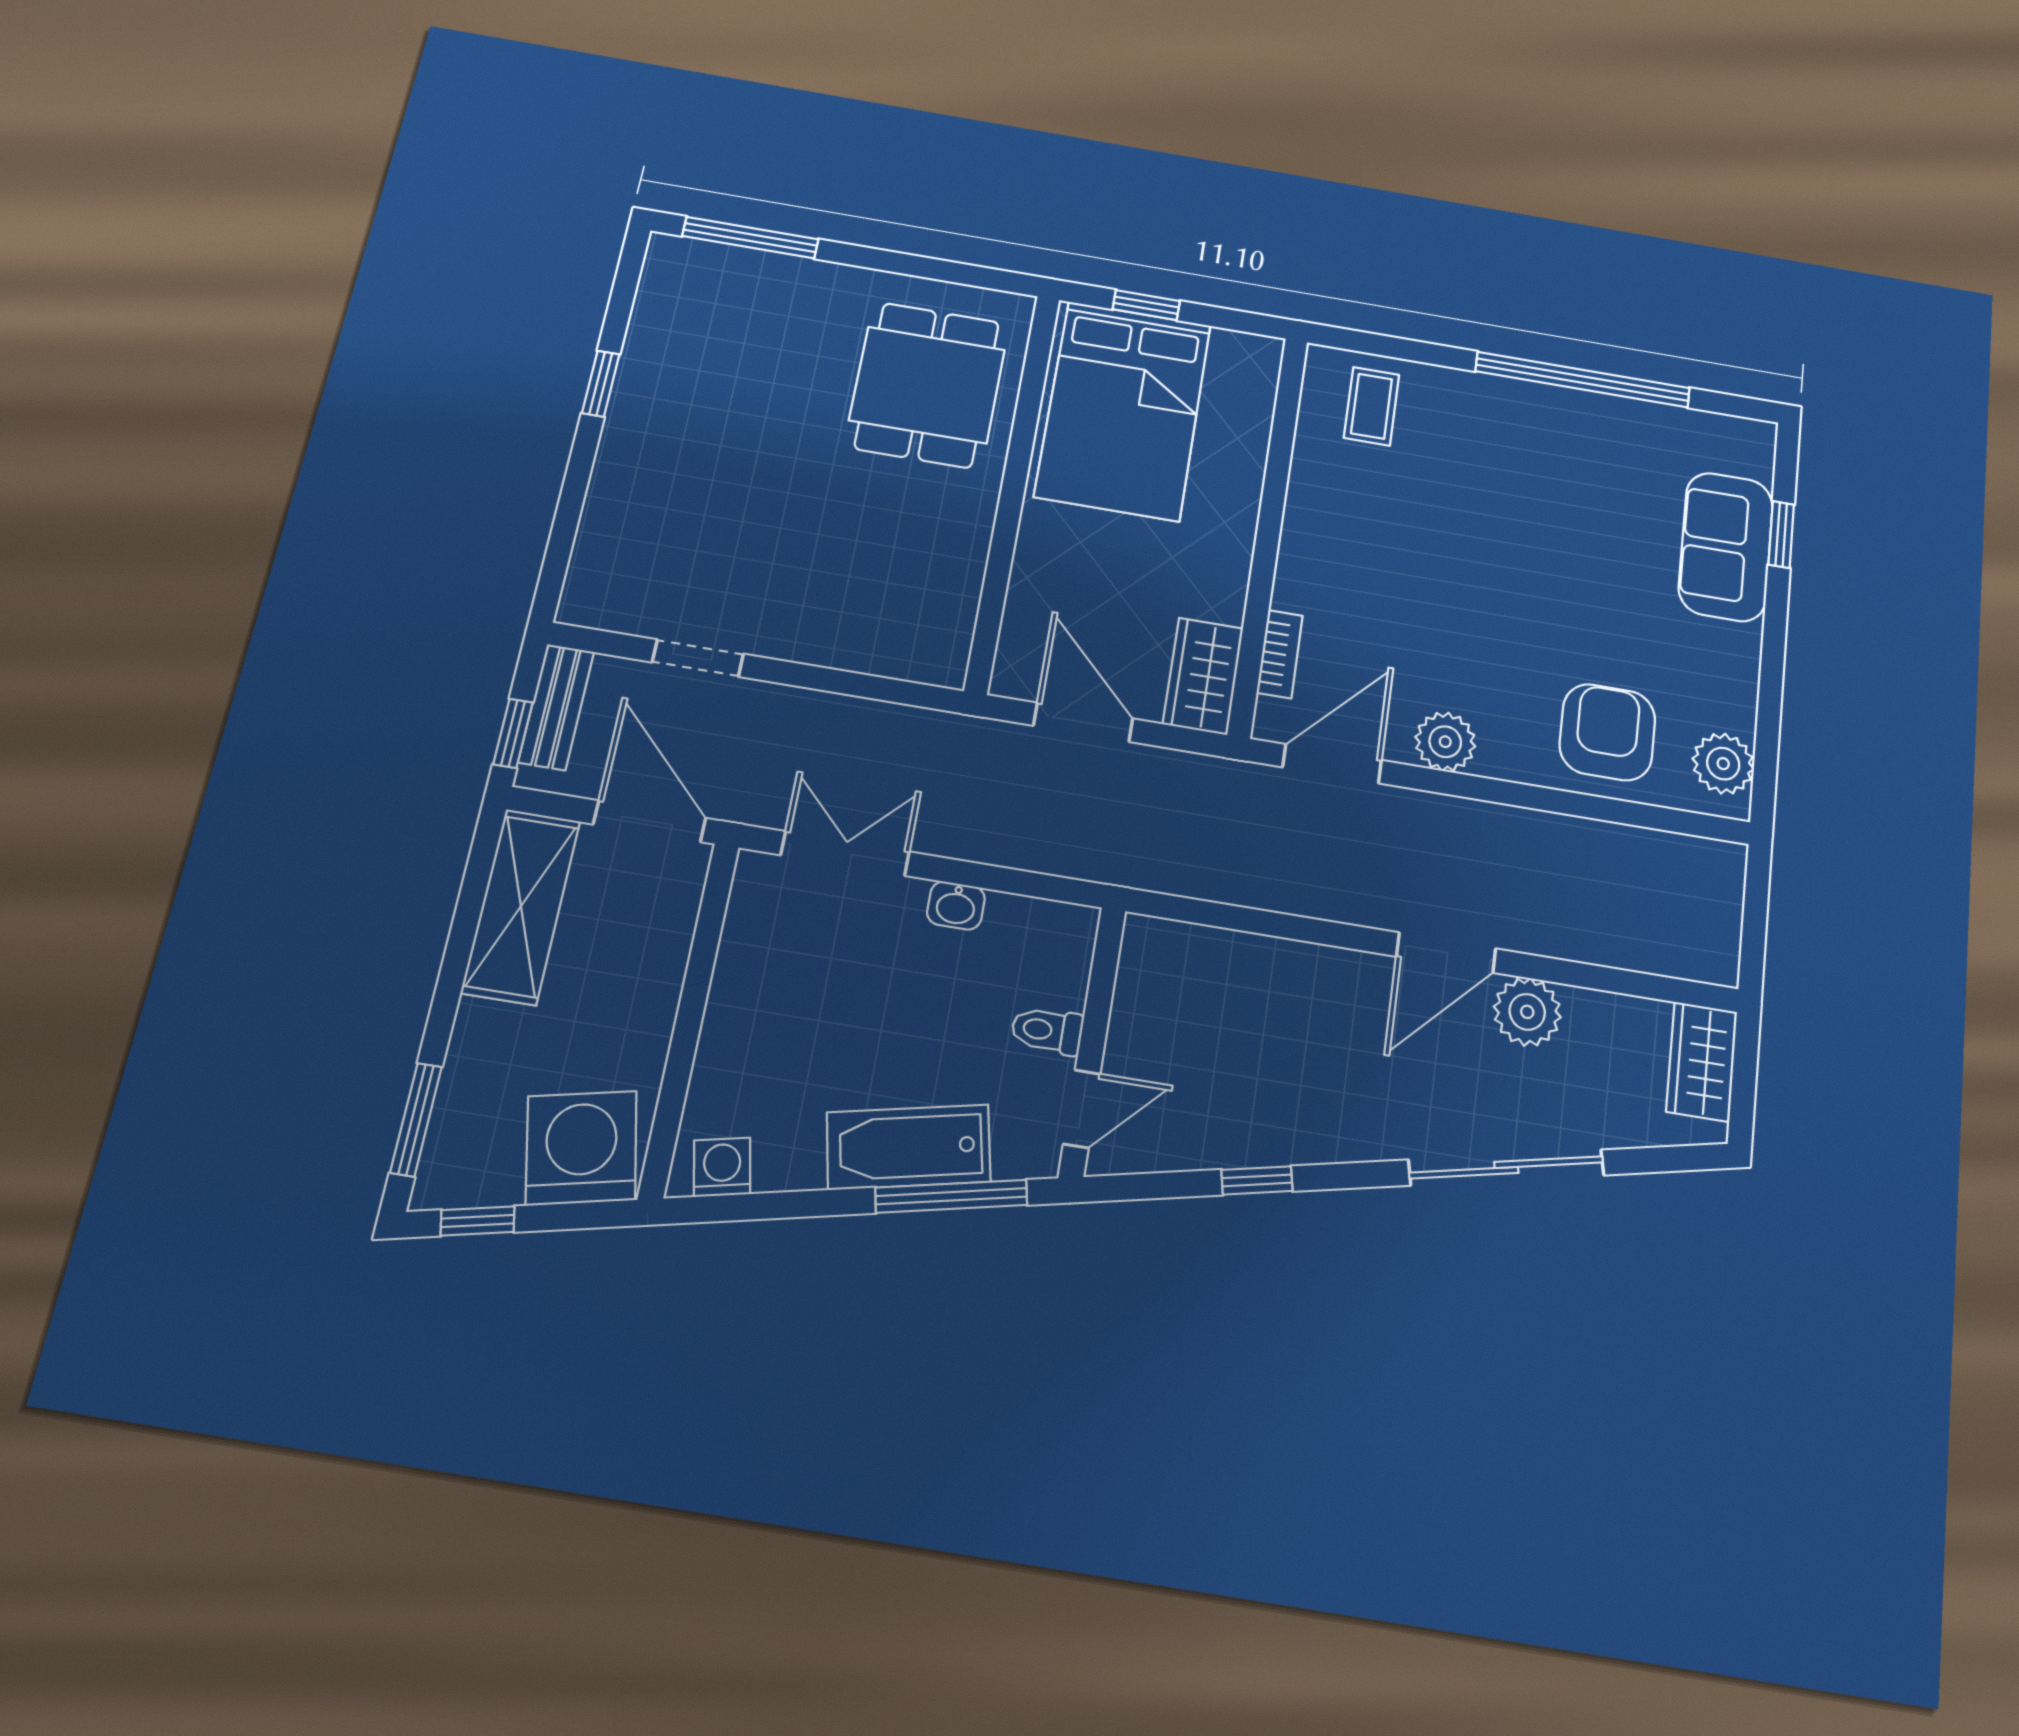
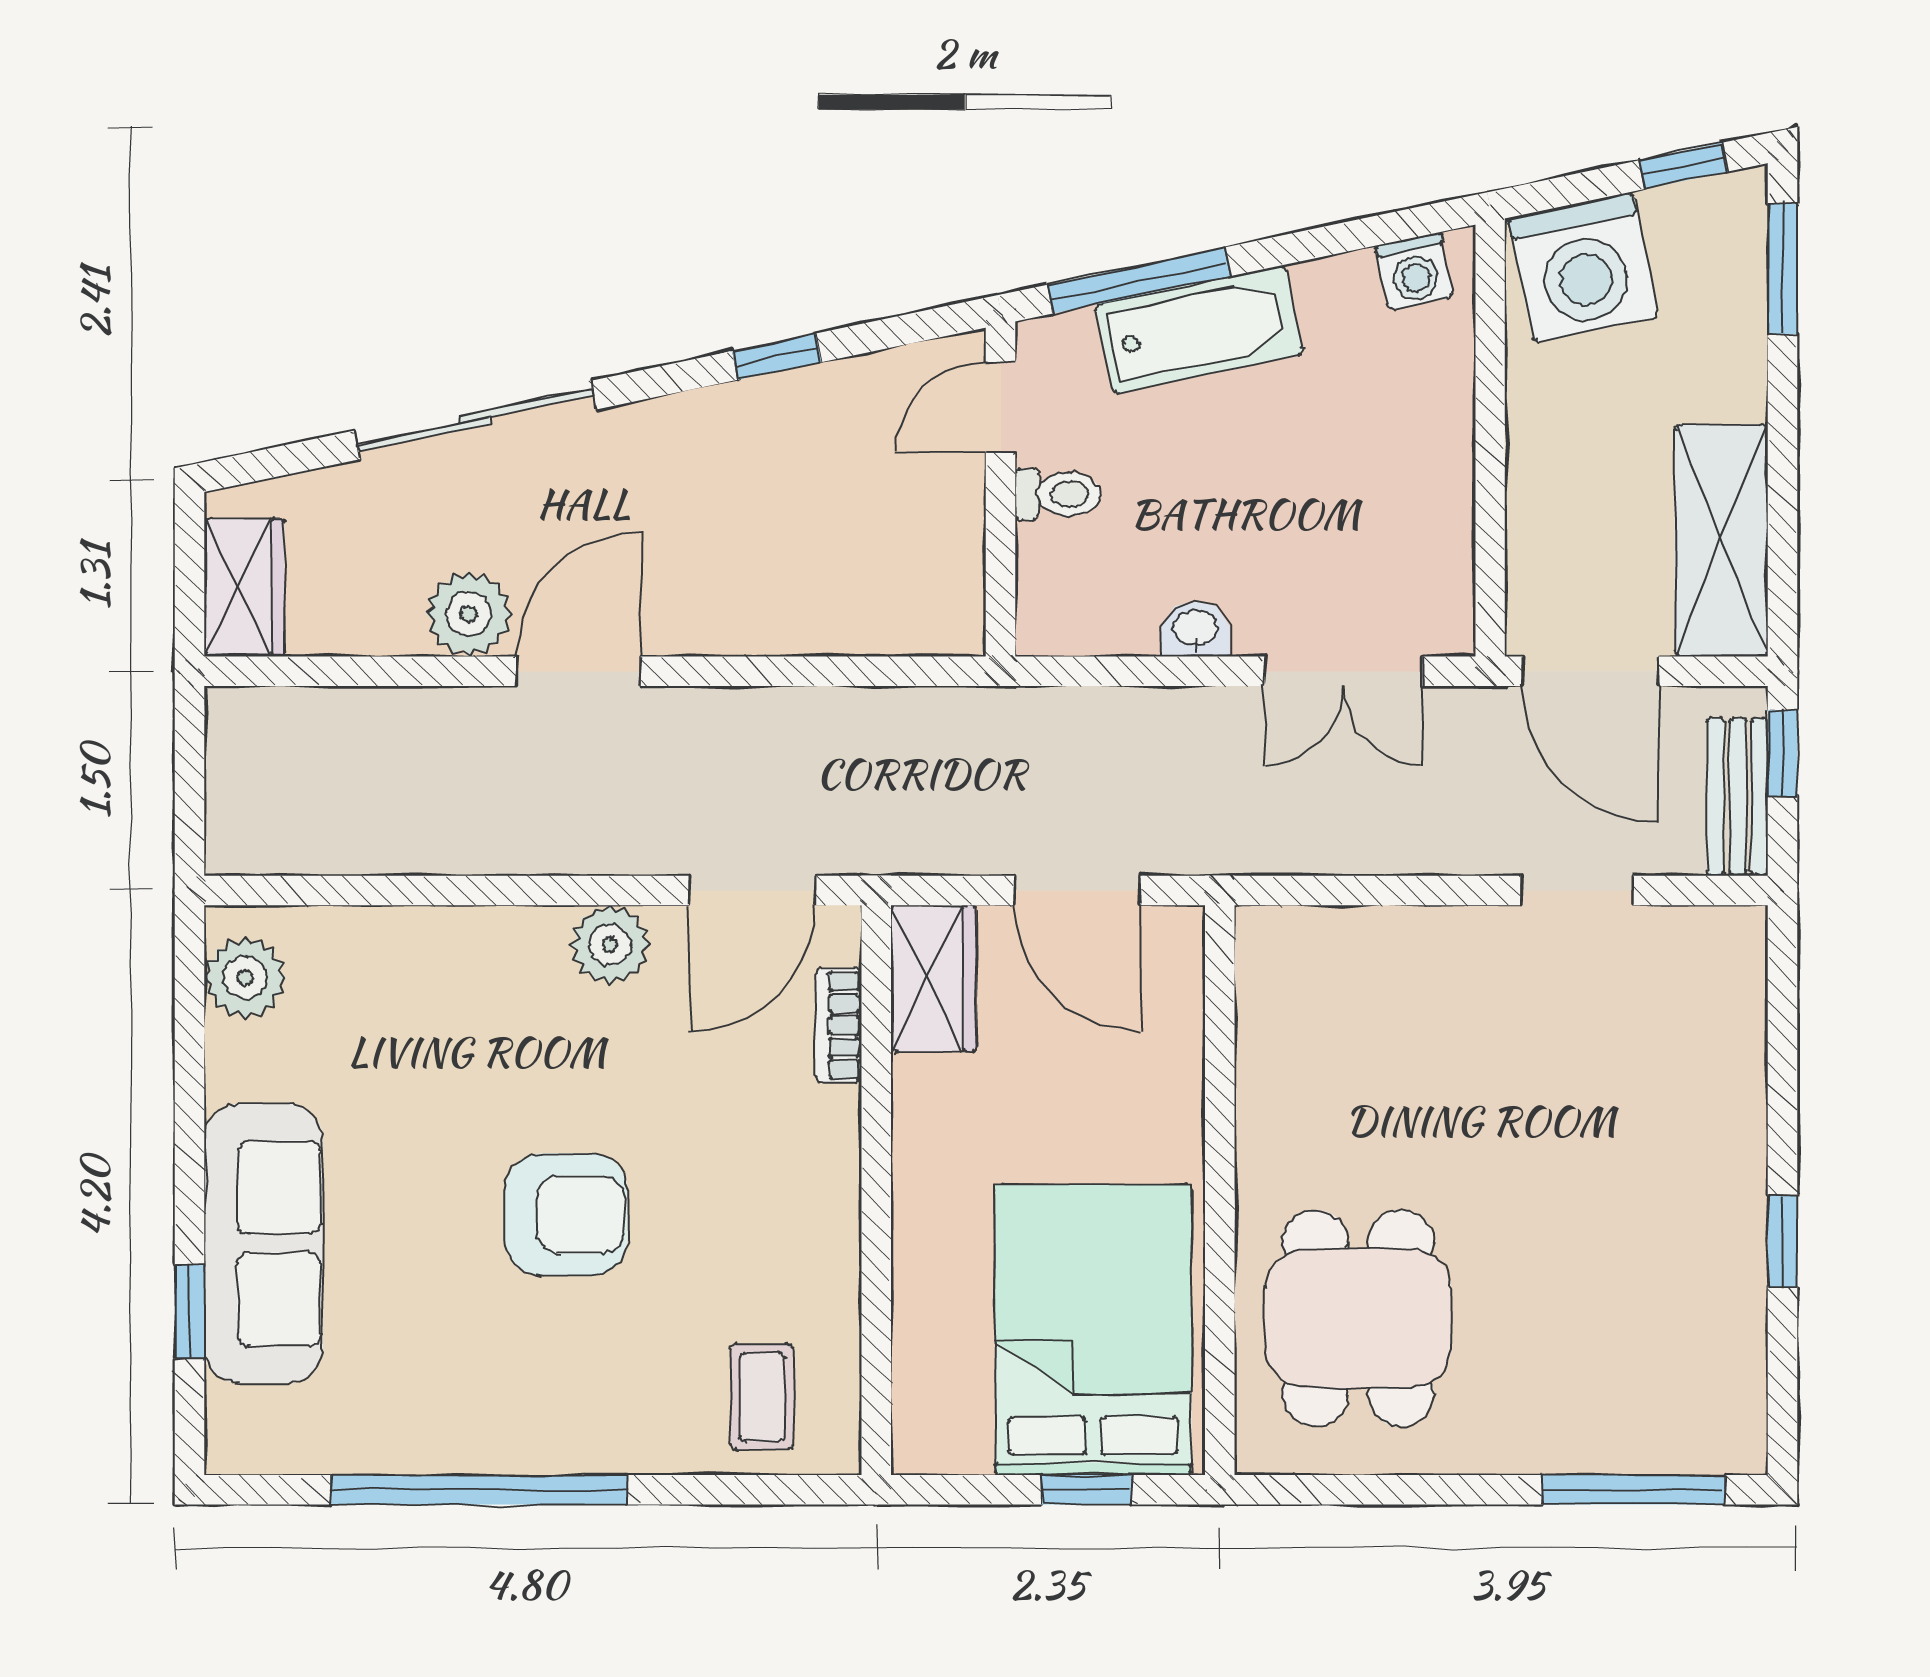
sofa: (1726, 547) -> (263, 1243), width x1.36
armchair: (1607, 732) -> (566, 1214), moved, turned -90

